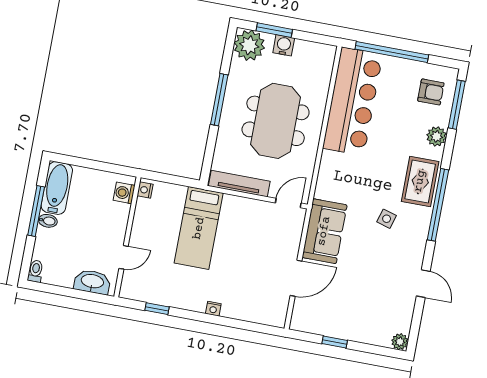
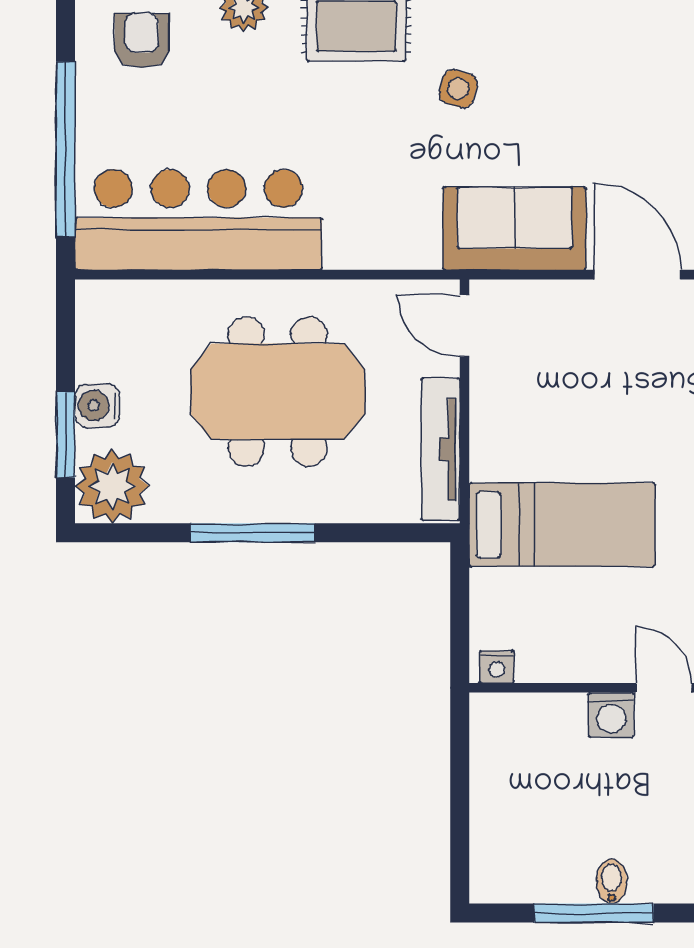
bathtub: (57, 188) -> (531, 875), removed
washing machine: (124, 193) -> (611, 715), moved

